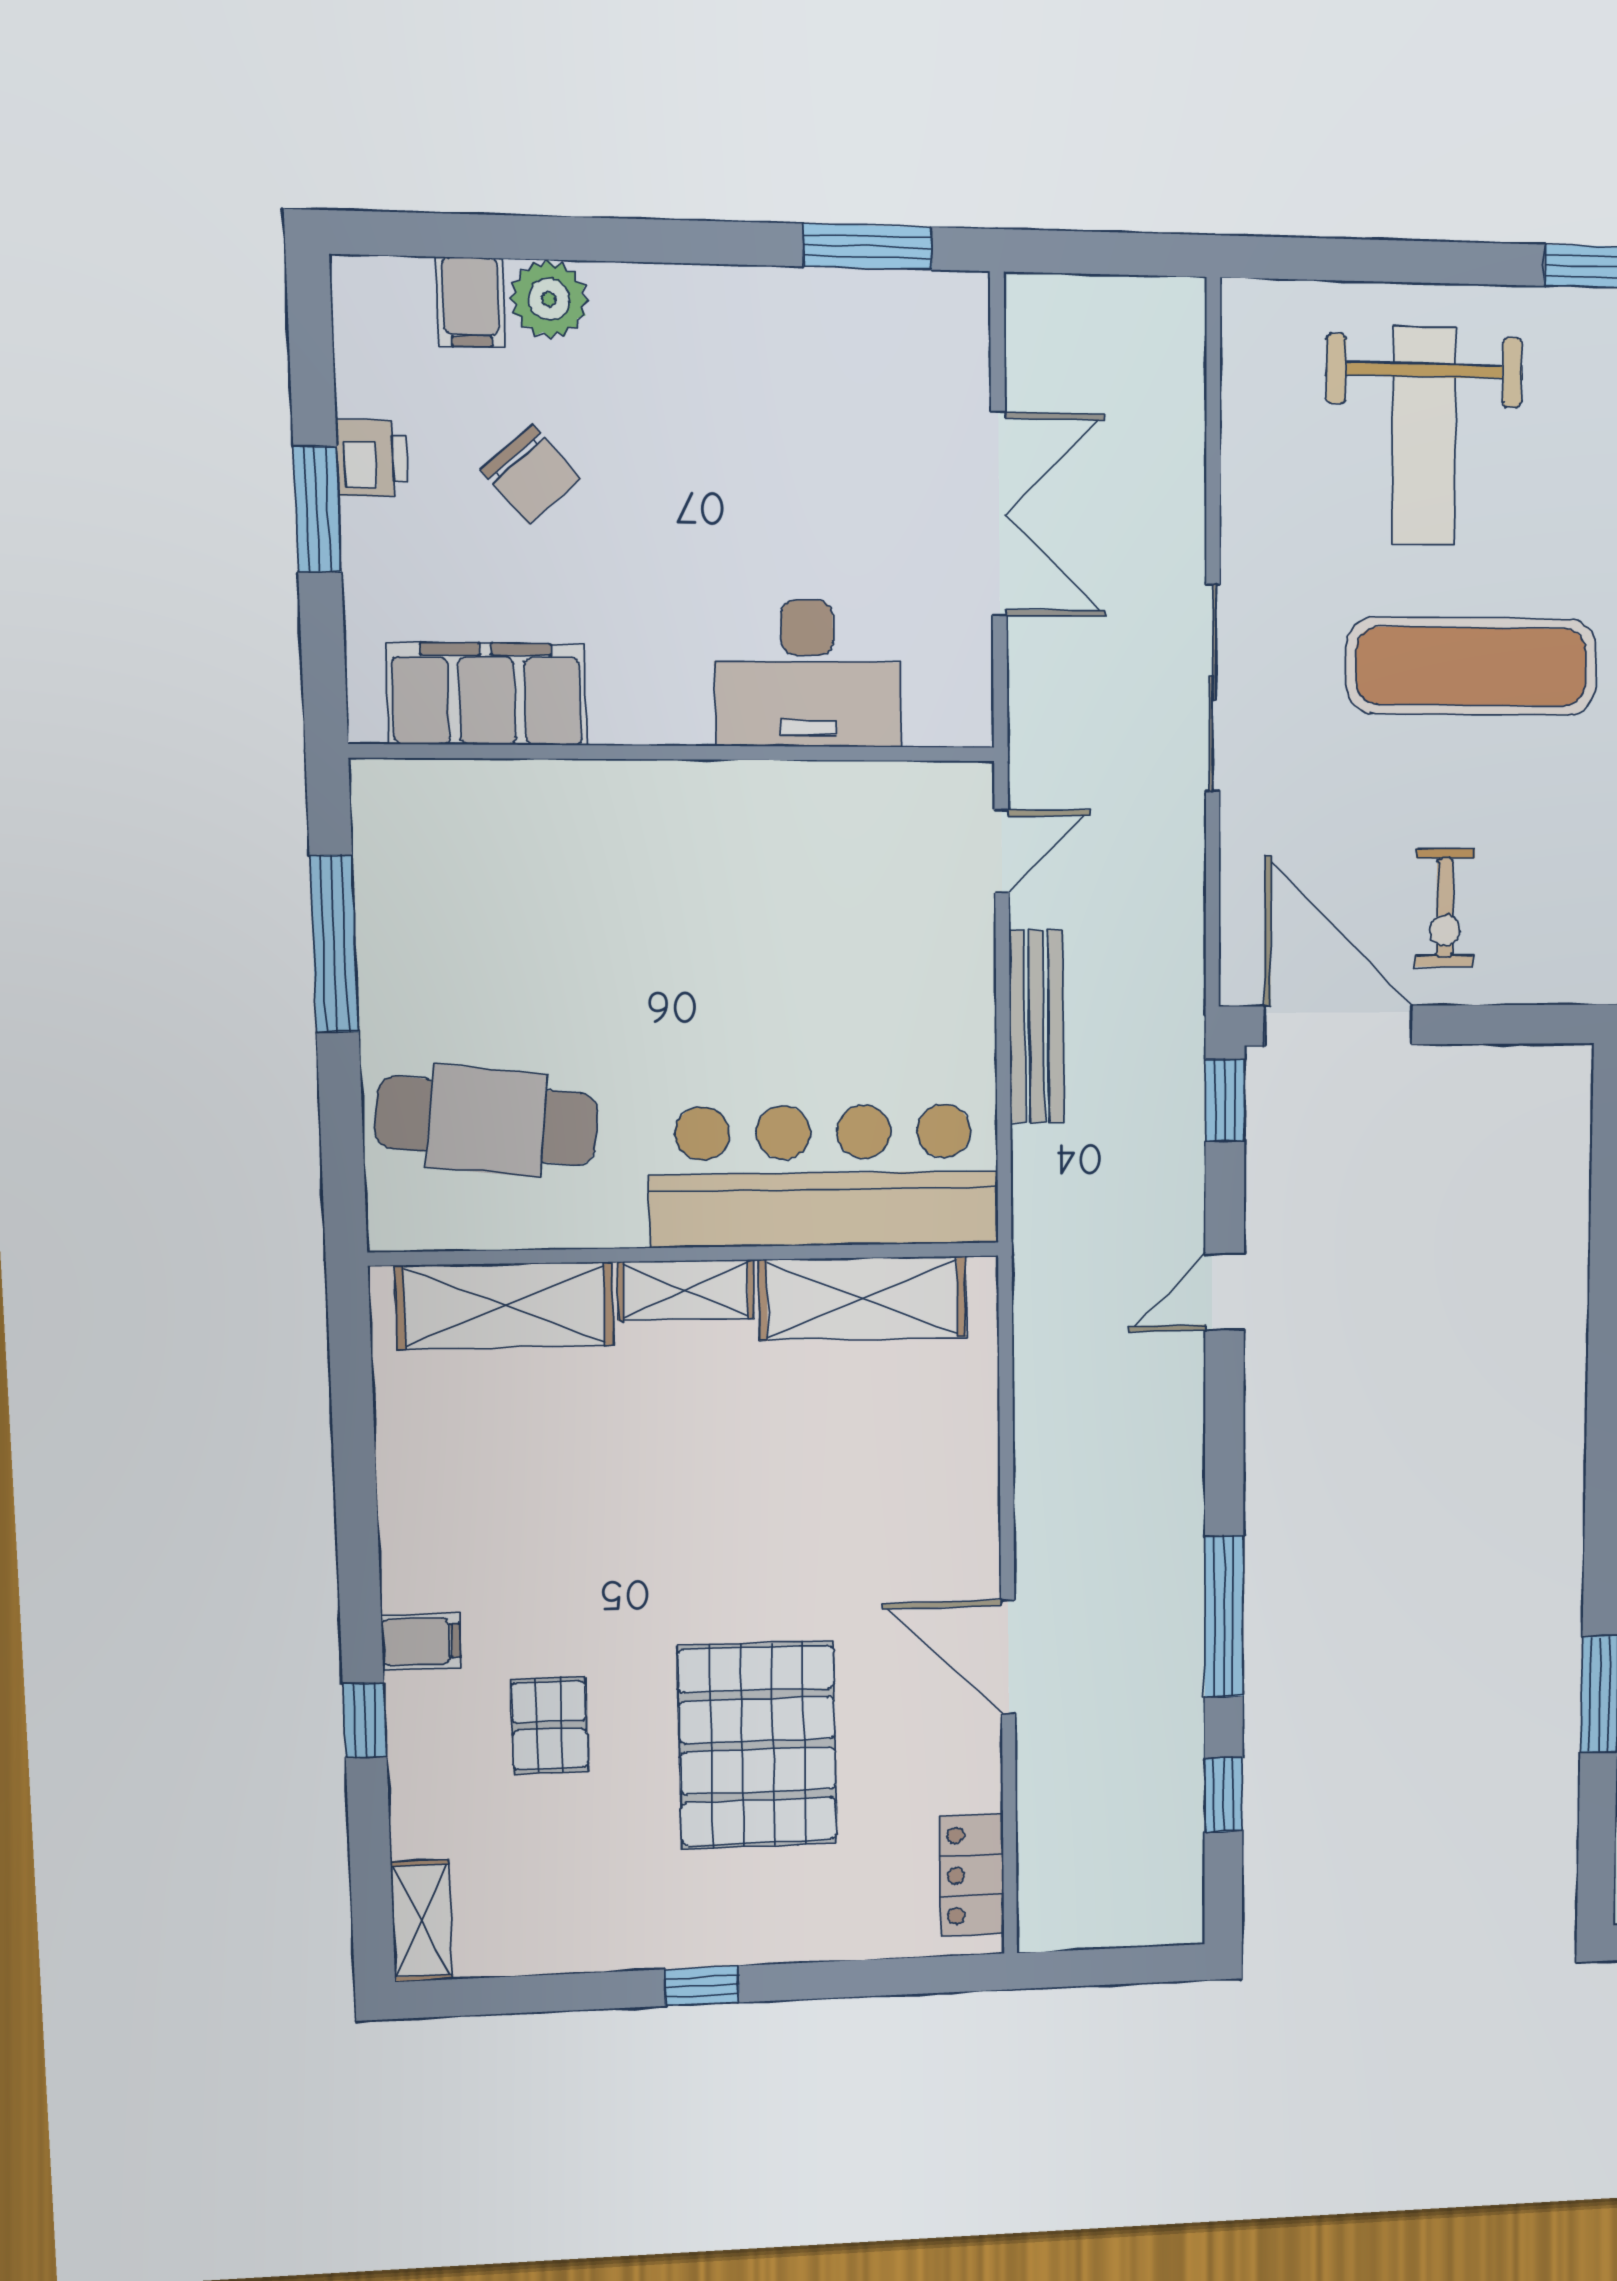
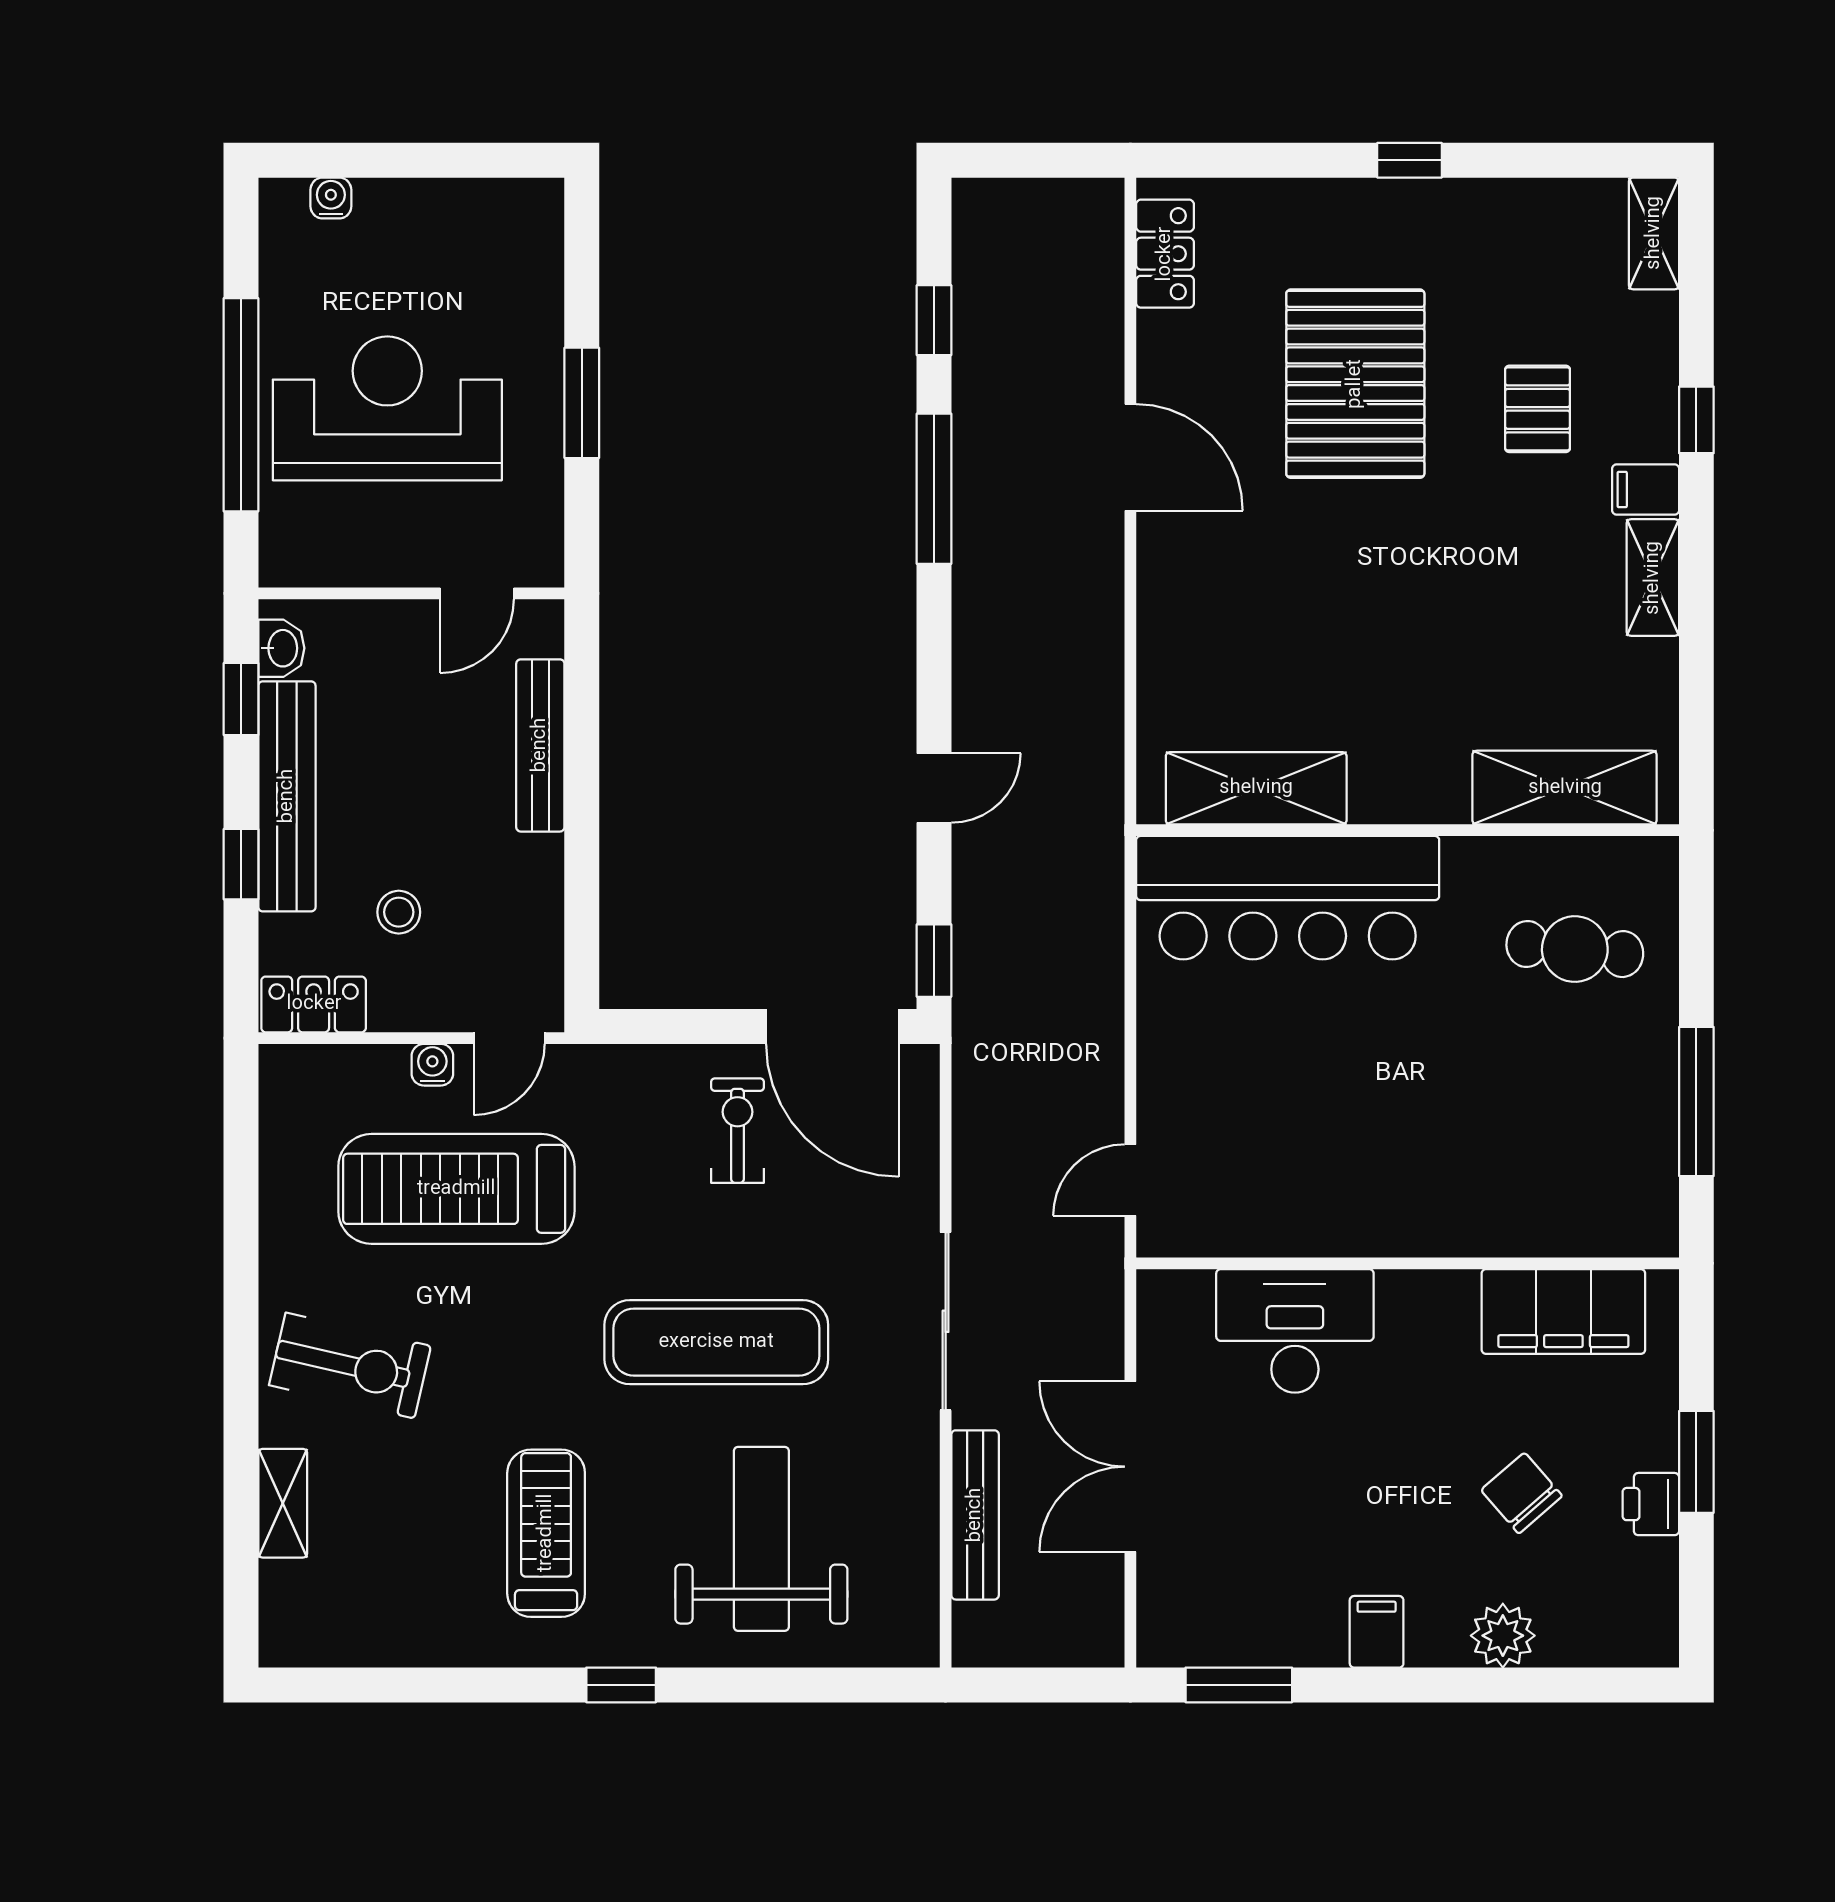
filing cabinet: (471, 302) -> (1377, 1632), moved
bench: (1037, 1027) -> (975, 1515), moved
cafe table: (487, 1121) -> (1575, 949), width x0.73, depth x0.74
shelving: (686, 1290) -> (1653, 578), moved, turned 90

